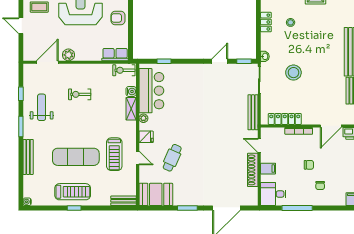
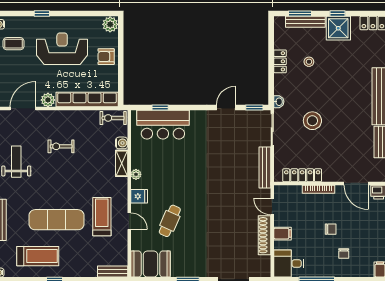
row of seats: (115, 55) -> (87, 100), width x2.02
bar counter: (151, 91) -> (163, 125), moved, turned 90
door: (331, 126) -> (356, 183), hinge flipped
treadmill: (114, 154) -> (102, 217), turned 180
treadmill: (73, 192) -> (38, 256), moved

